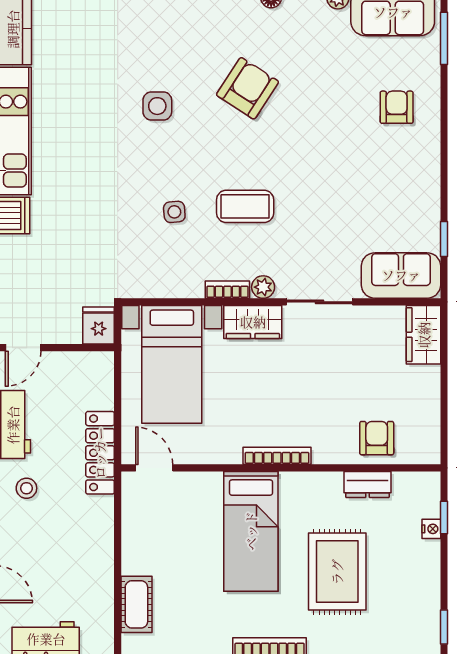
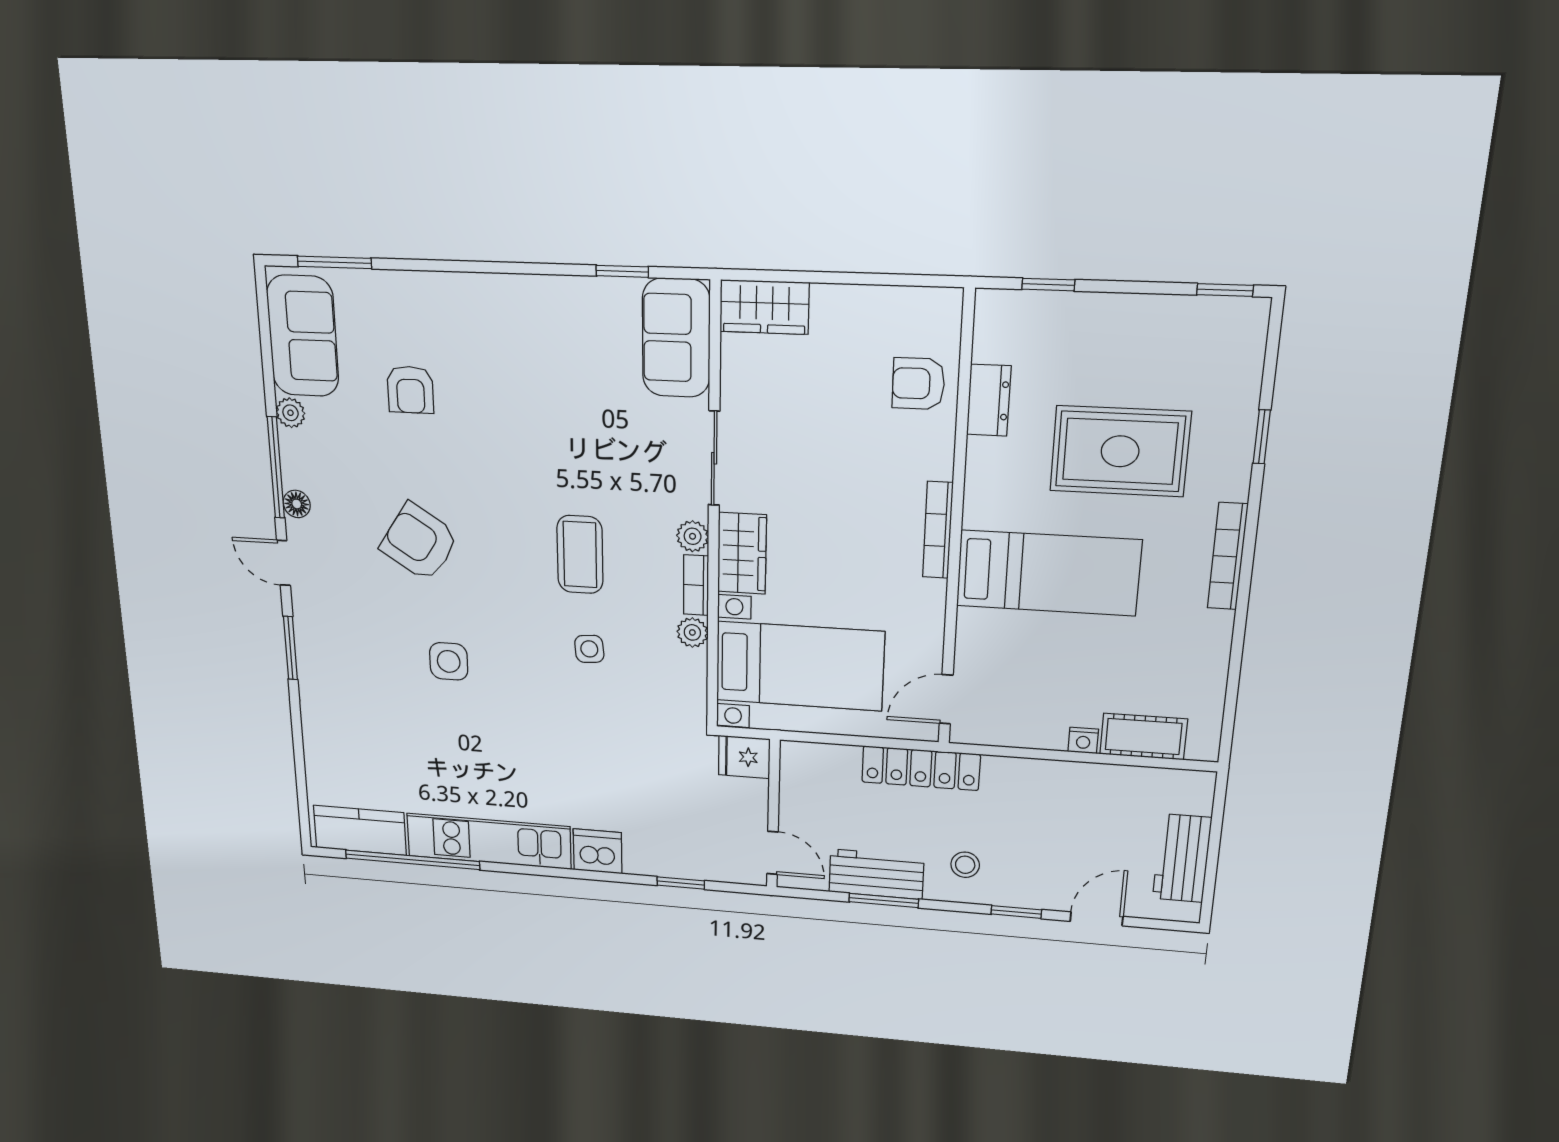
armchair: (397, 107) -> (410, 390), moved, turned -90
plant: (192, 287) -> (692, 632), added
nightstand: (431, 529) -> (1083, 740), moved, turned 180

